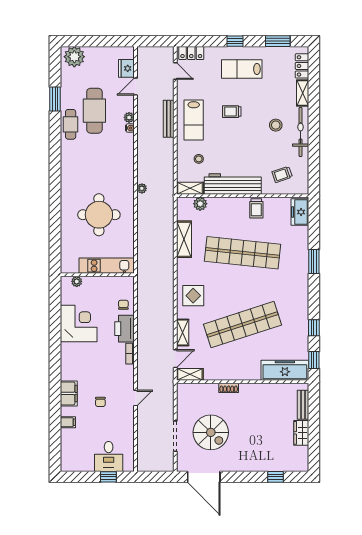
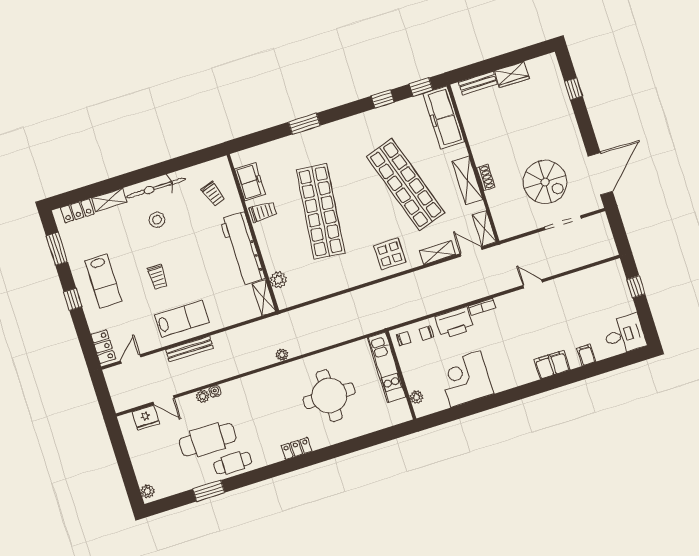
plant: (74, 57) -> (147, 491), width x0.53, depth x0.53
stool: (199, 159) -> (226, 298), removed
locker: (66, 177) -> (296, 448), added
freezer: (300, 212) -> (250, 182), moved, turned -90
shelving: (184, 239) -> (467, 180), moved, turned 90
chair: (100, 402) -> (404, 339), moved
spiral stairs: (211, 432) -> (545, 182), turned 90
desk: (109, 456) -> (624, 335), moved

